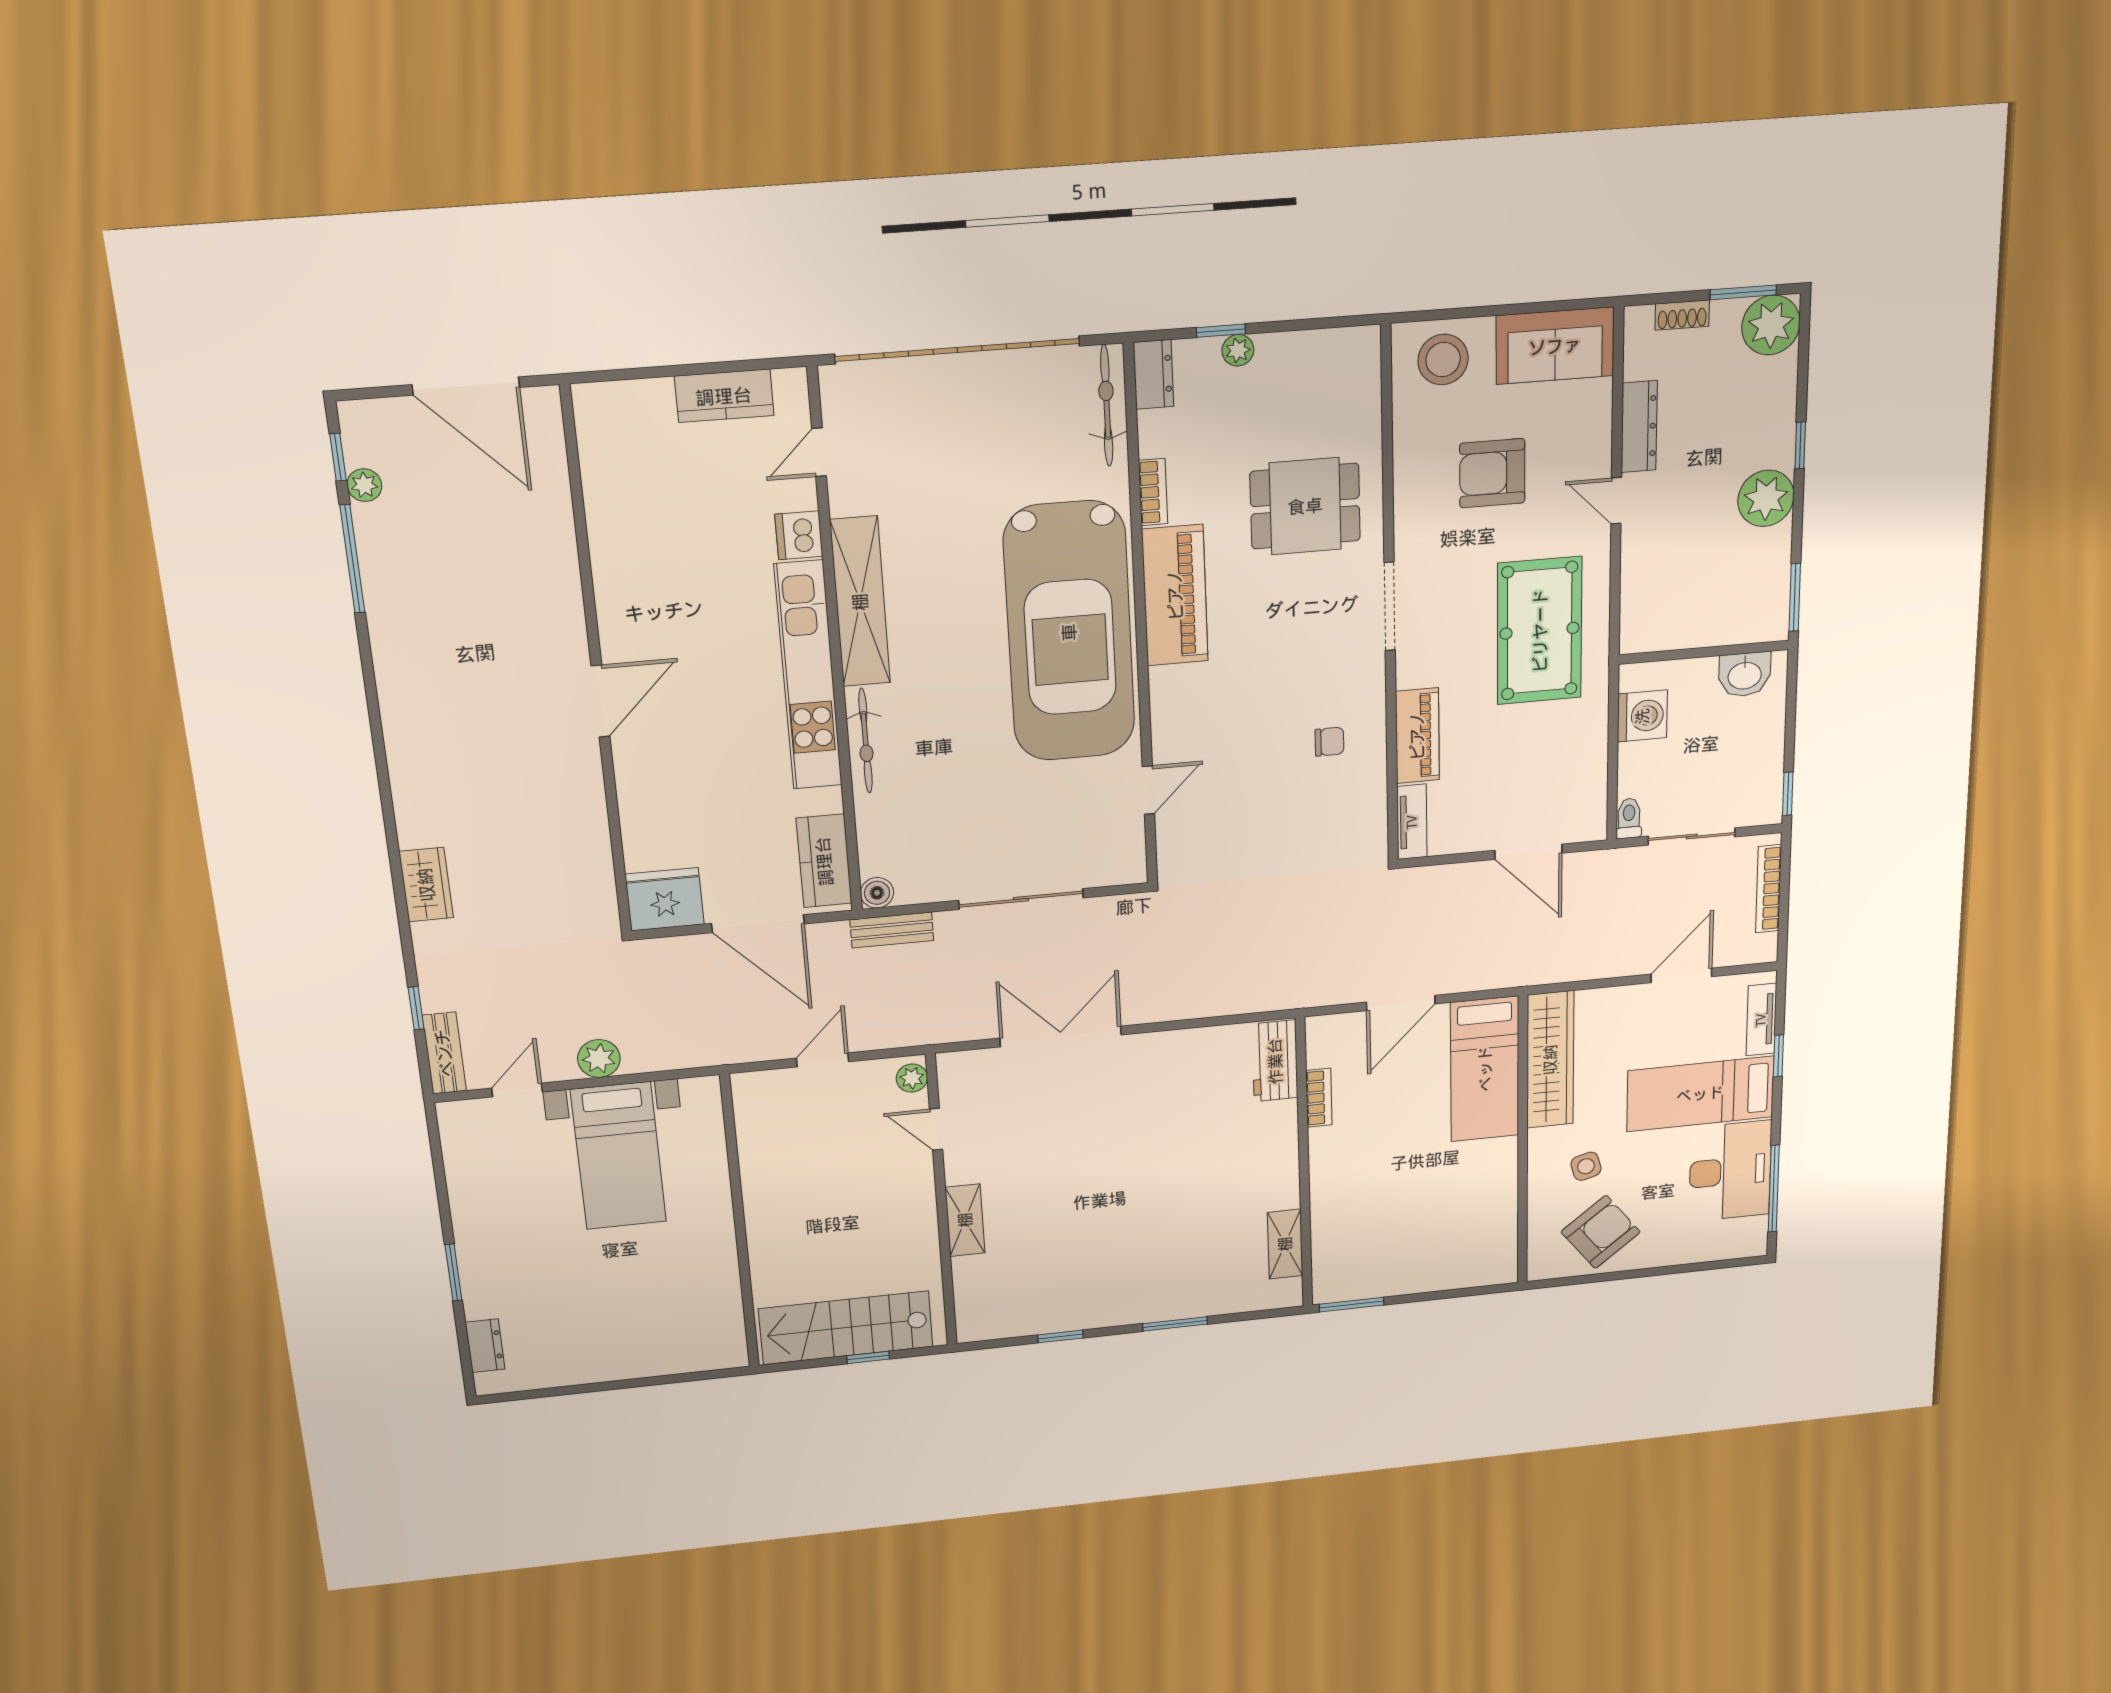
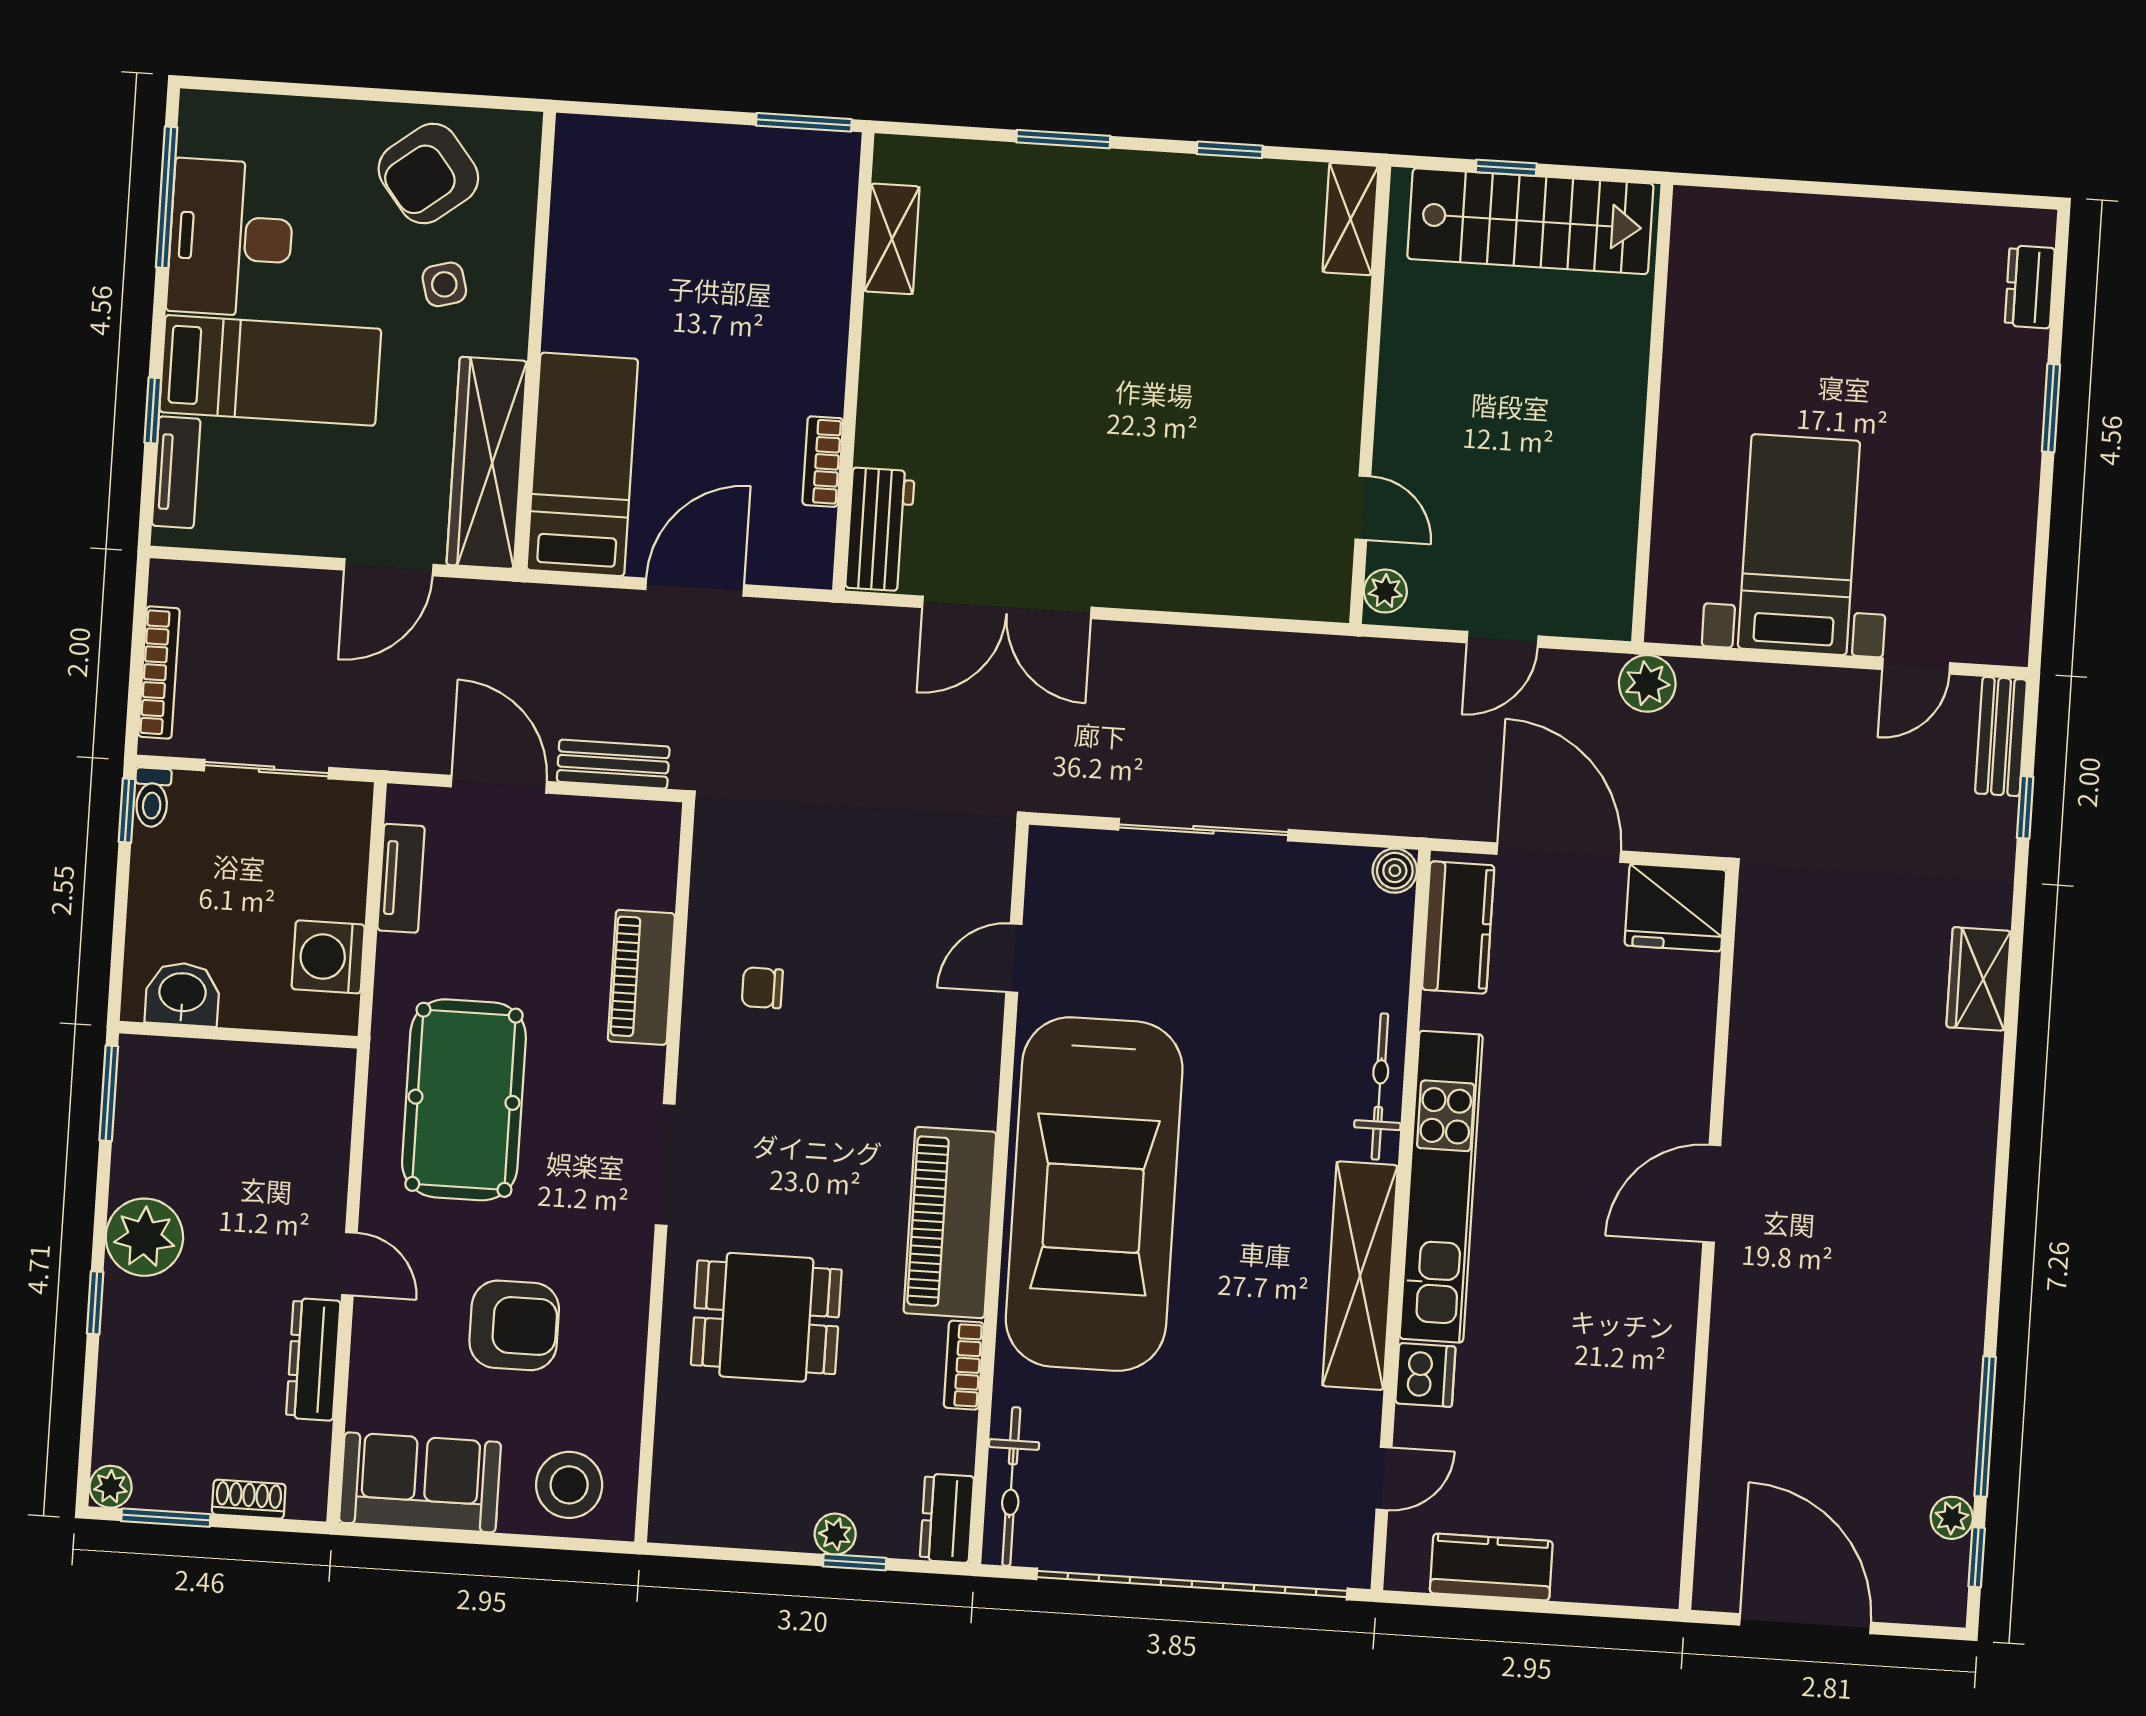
plant: (1771, 325) -> (111, 1487), width x0.53, depth x0.53
car: (1069, 632) -> (1094, 1194), turned 180
toilet: (1629, 818) -> (152, 797), moved
tv unit: (1412, 822) -> (401, 878), moved, turned 180
bench: (892, 930) -> (613, 764), moved
door: (1681, 975) -> (389, 567), moved
double door: (1061, 1036) -> (1007, 607), moved
plant: (599, 1059) -> (1647, 683), moved
shelving: (965, 1220) -> (1350, 219), moved

